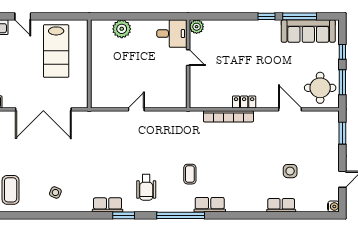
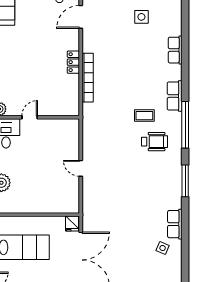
fridge: (80, 101) -> (72, 224), added
wheelchair: (146, 187) -> (154, 142), moved
row of seats: (108, 205) -> (175, 224), moved
row of seats: (281, 205) -> (175, 50), moved
window: (124, 215) -> (185, 181), width x1.44

